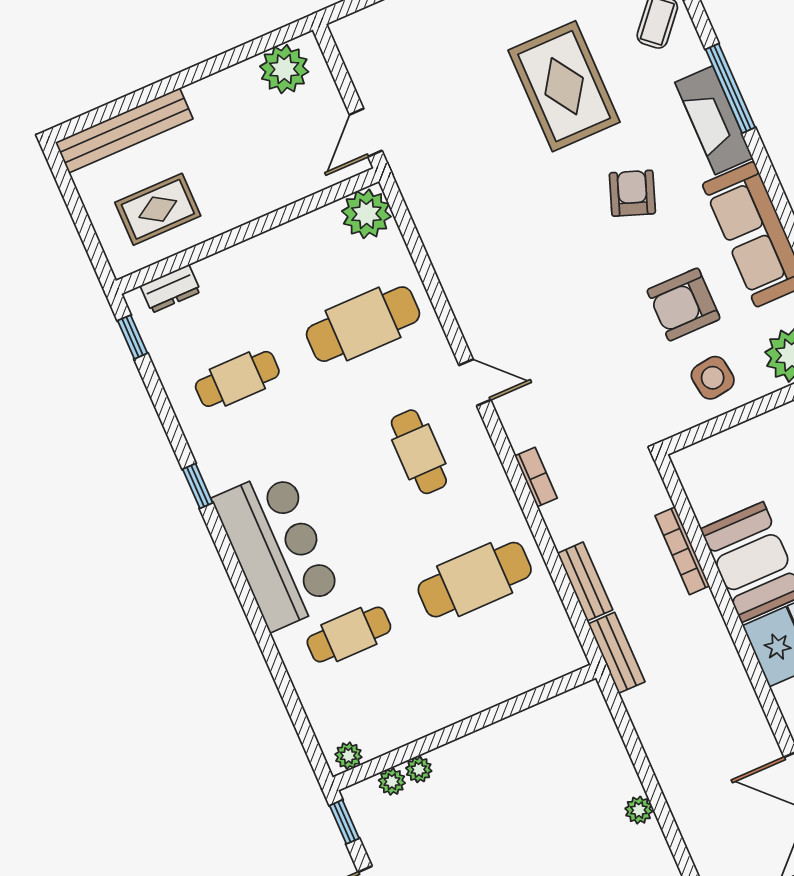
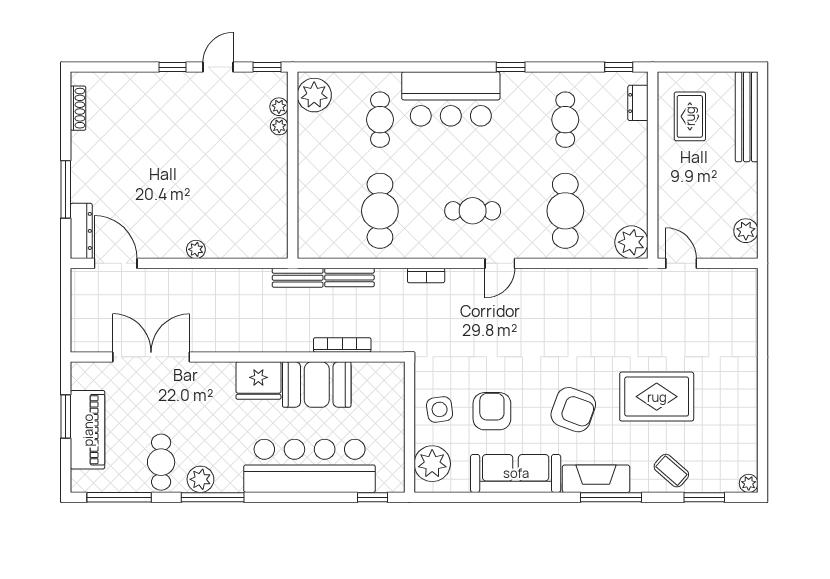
plant: (284, 69) -> (746, 231), width x0.73, depth x0.73
armchair: (632, 193) -> (573, 410), width x1.38, depth x1.38
plant: (348, 756) -> (314, 95), width x1.88, depth x1.88

